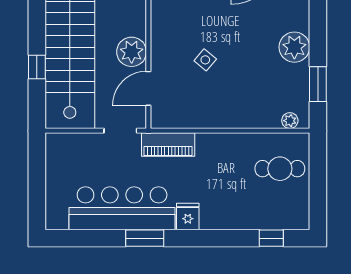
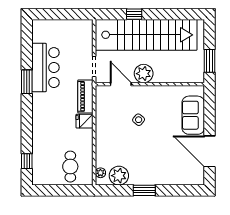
plant: (294, 47) -> (119, 176), moved
window: (318, 84) -> (144, 190), moved
bar counter: (122, 208) -> (46, 68), width x0.73
fridge: (188, 217) -> (85, 121), moved, turned 180

